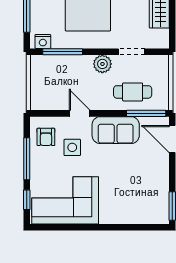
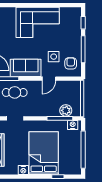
plant: (102, 64) -> (66, 110), moved
door: (80, 113) -> (49, 79), hinge flipped
corner sofa: (65, 200) -> (38, 22), moved

